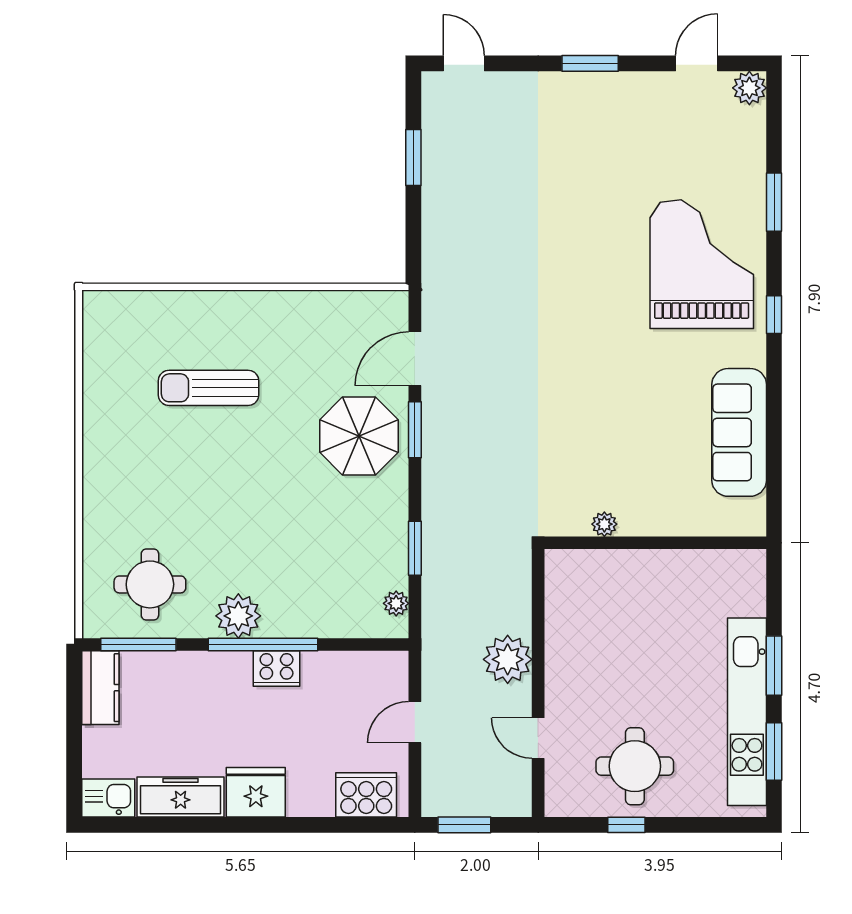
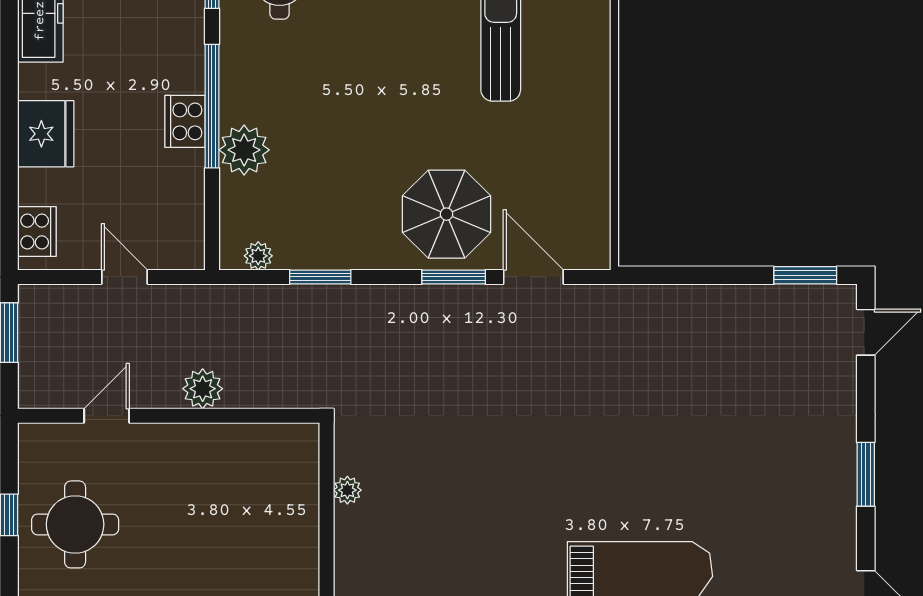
window: (413, 158) -> (805, 275), moved
plant: (238, 616) -> (244, 150), moved
plant: (508, 659) -> (203, 389), width x0.73, depth x0.73
fridge: (256, 792) -> (46, 134), moved
cooker: (366, 795) -> (37, 232), width x0.73, depth x0.76

